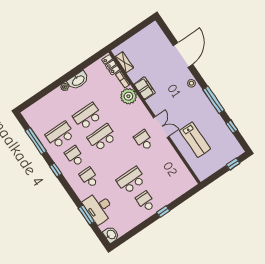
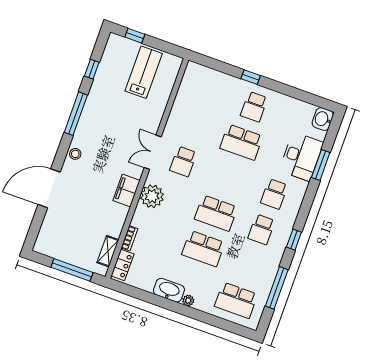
window: (128, 35) -> (72, 270), added
filing cabinet: (145, 88) -> (127, 190), moved
plant: (128, 96) -> (152, 196), moved
school desk: (60, 135) -> (236, 300), moved
lab bench: (195, 140) -> (144, 72), moved

